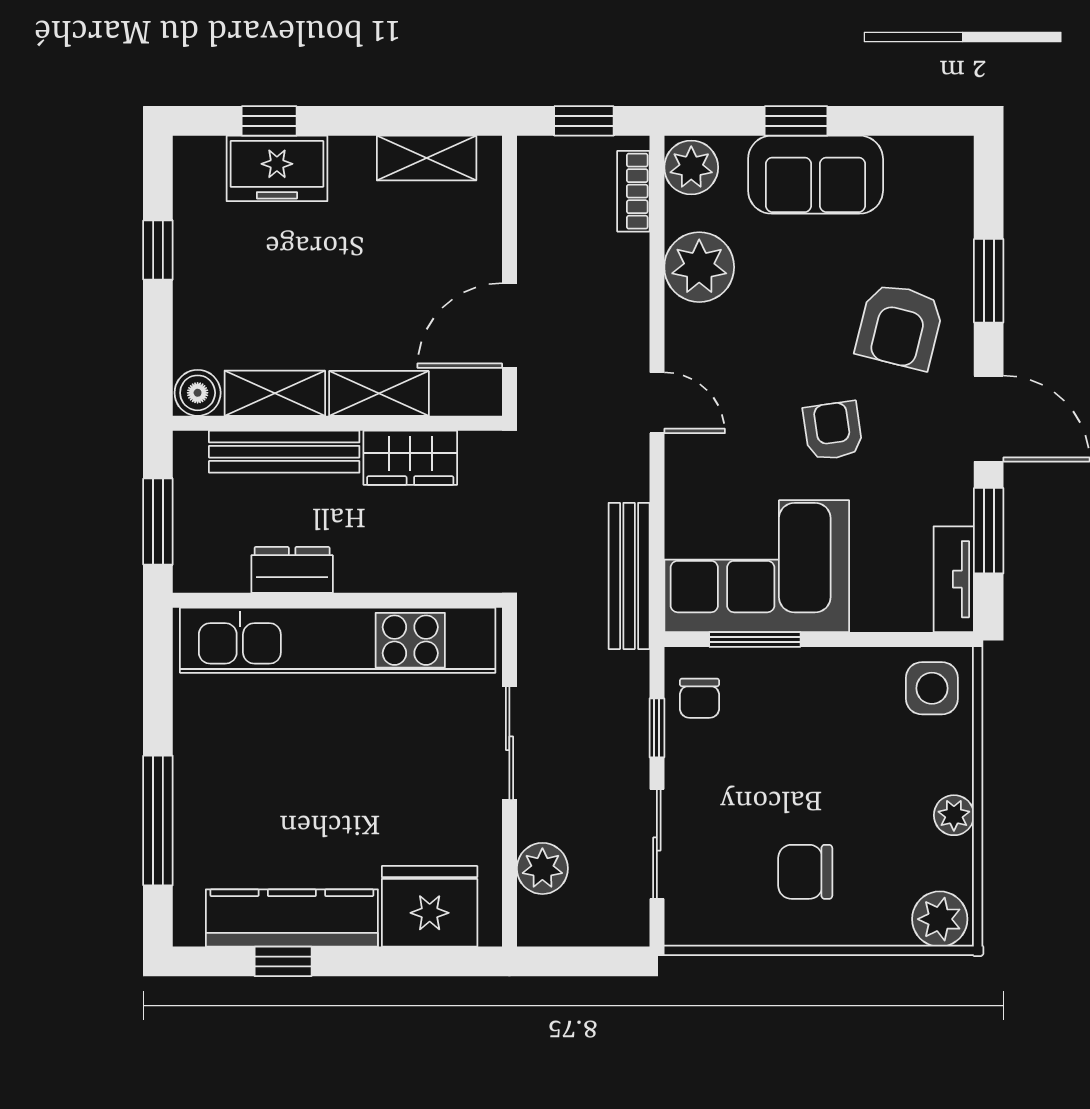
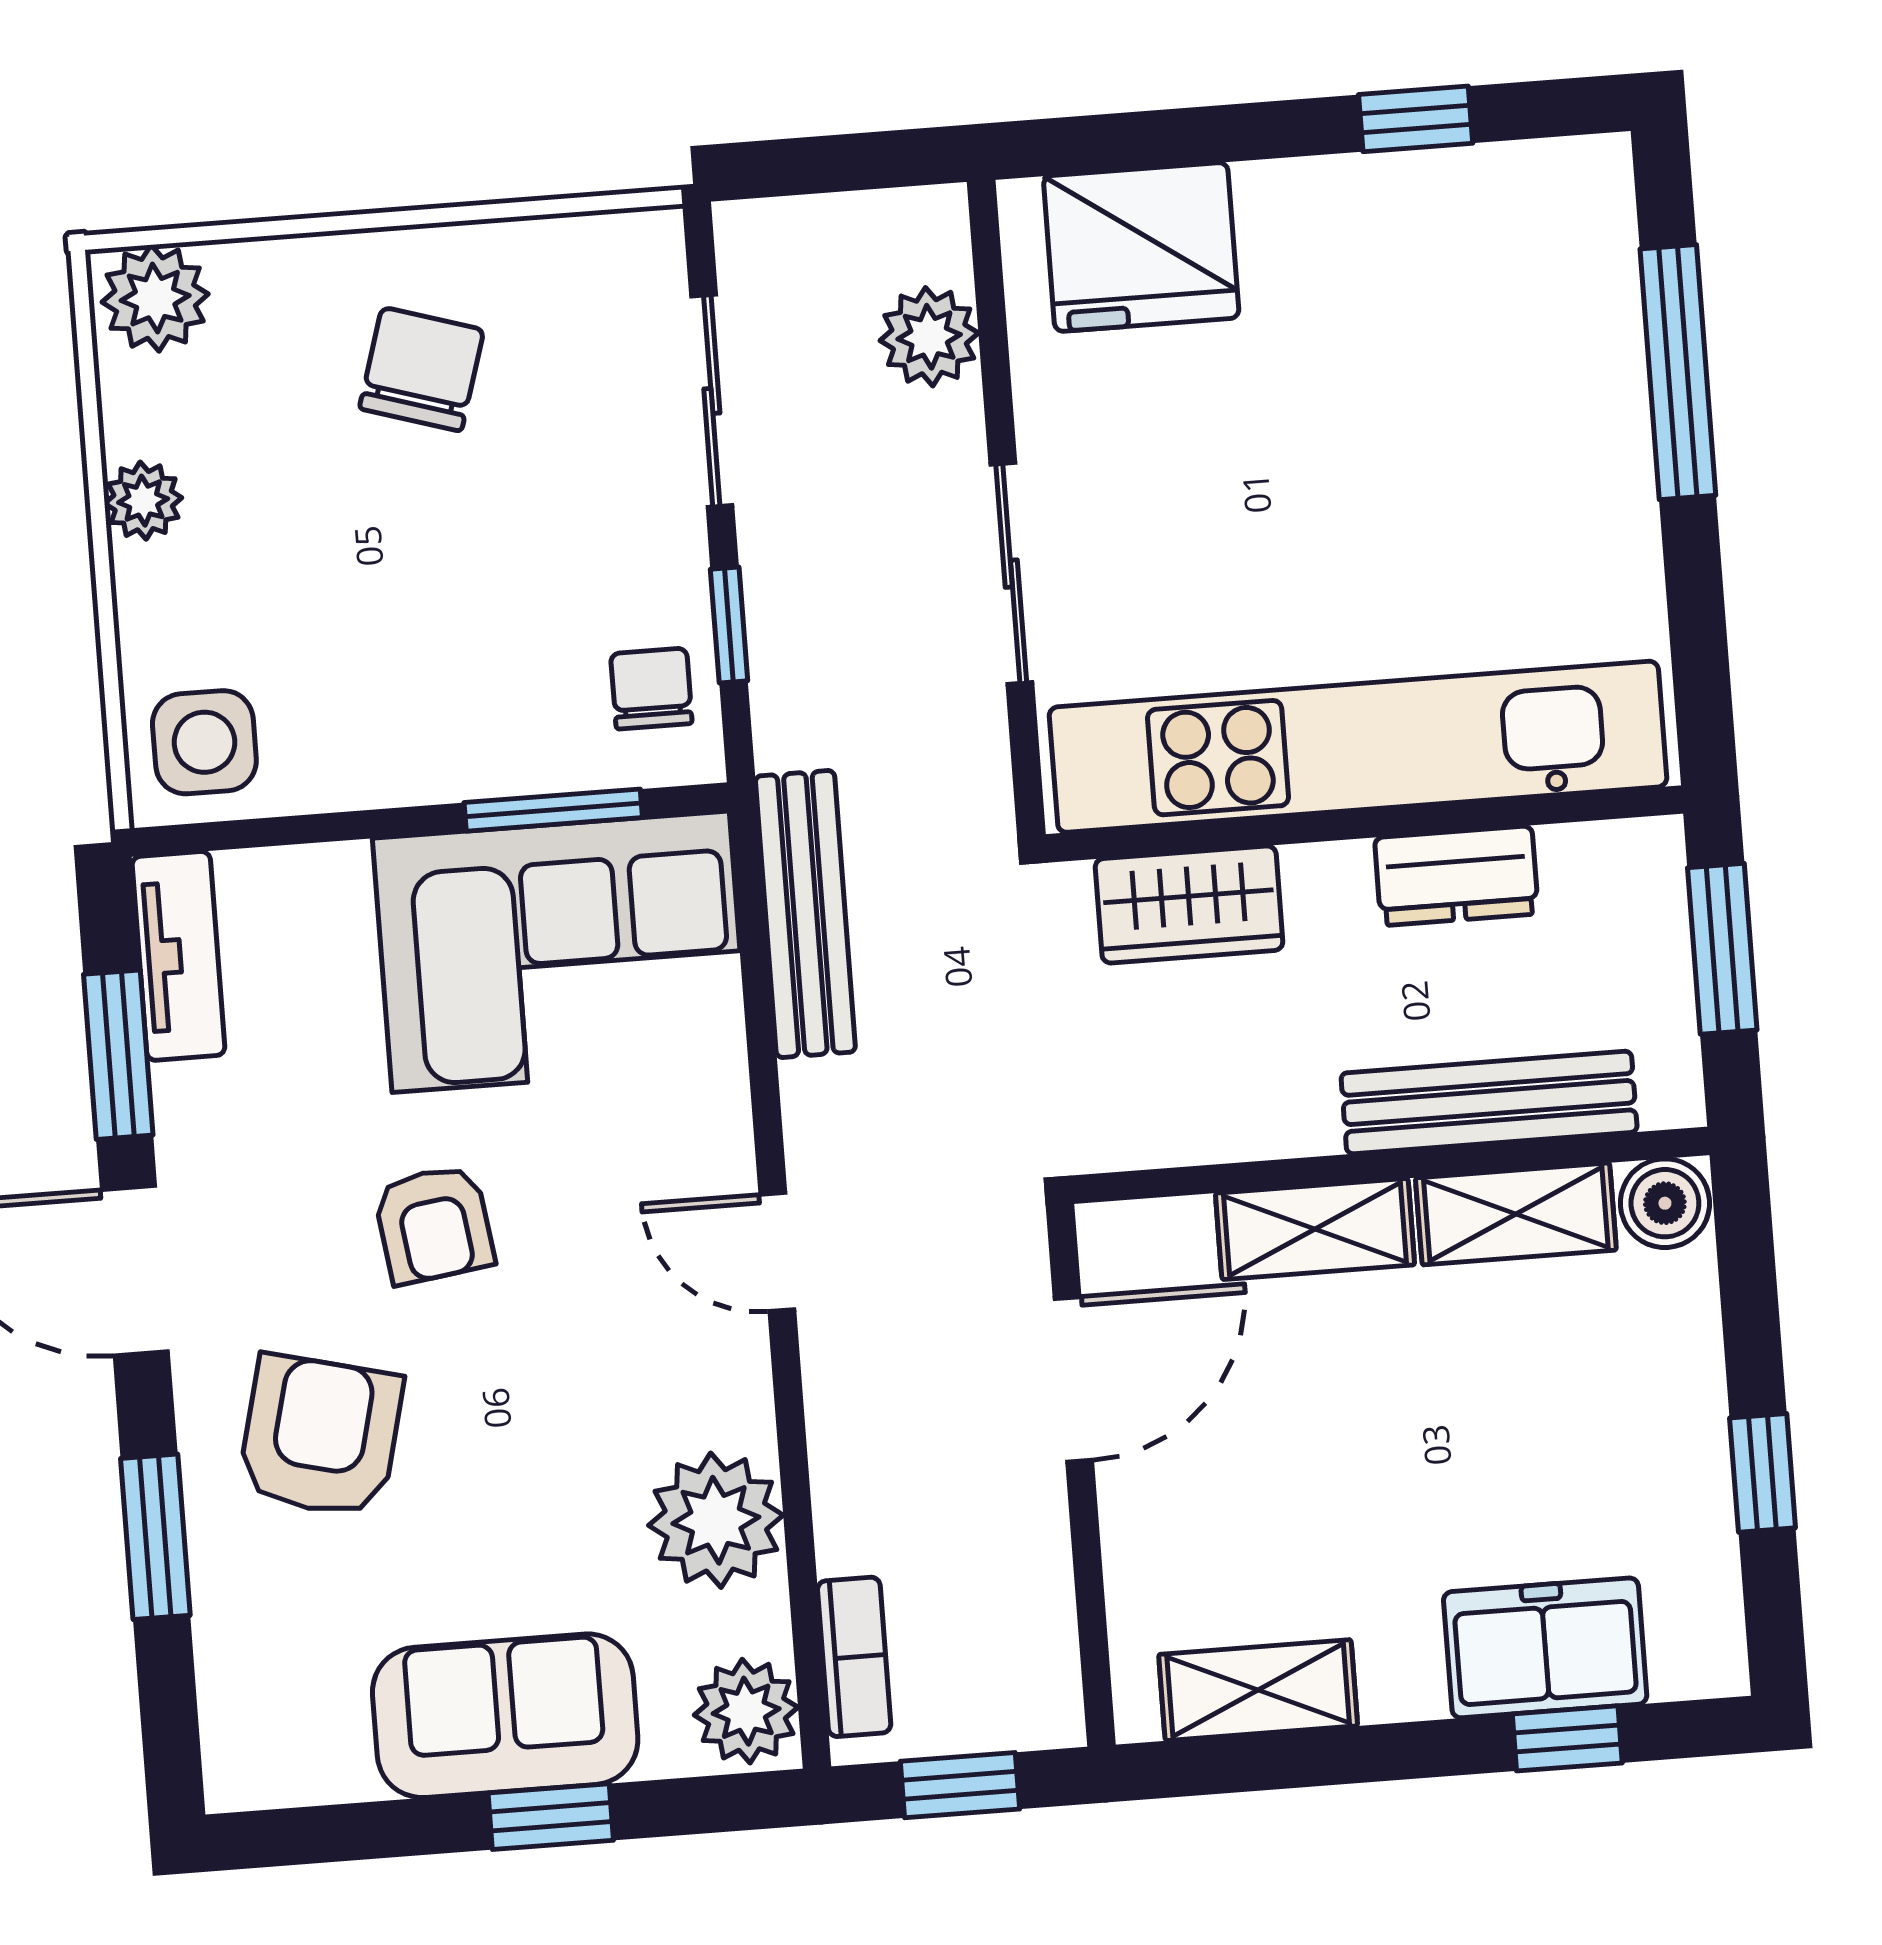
wardrobe: (410, 458) -> (1189, 904), moved, turned 180
chair: (805, 872) -> (422, 369), turned -73
kitchen counter: (292, 918) -> (1405, 204), removed

